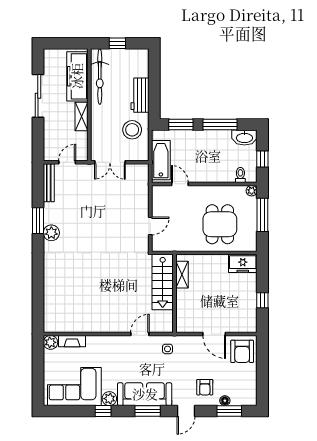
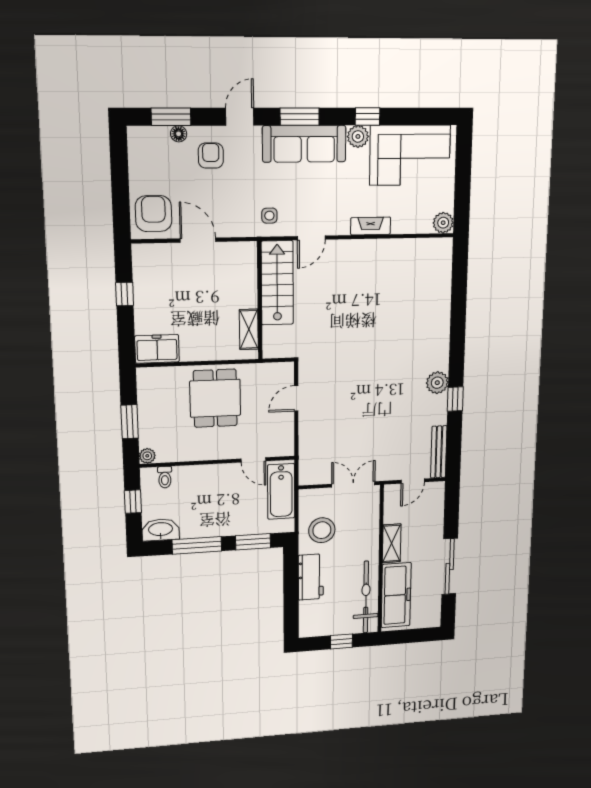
window: (262, 215) -> (130, 422), width x0.69
window: (38, 221) -> (455, 399), width x0.67
dining table: (220, 224) -> (215, 398), moved
stairs: (163, 282) -> (277, 283), moved
fireplace: (72, 341) -> (371, 226), moved

